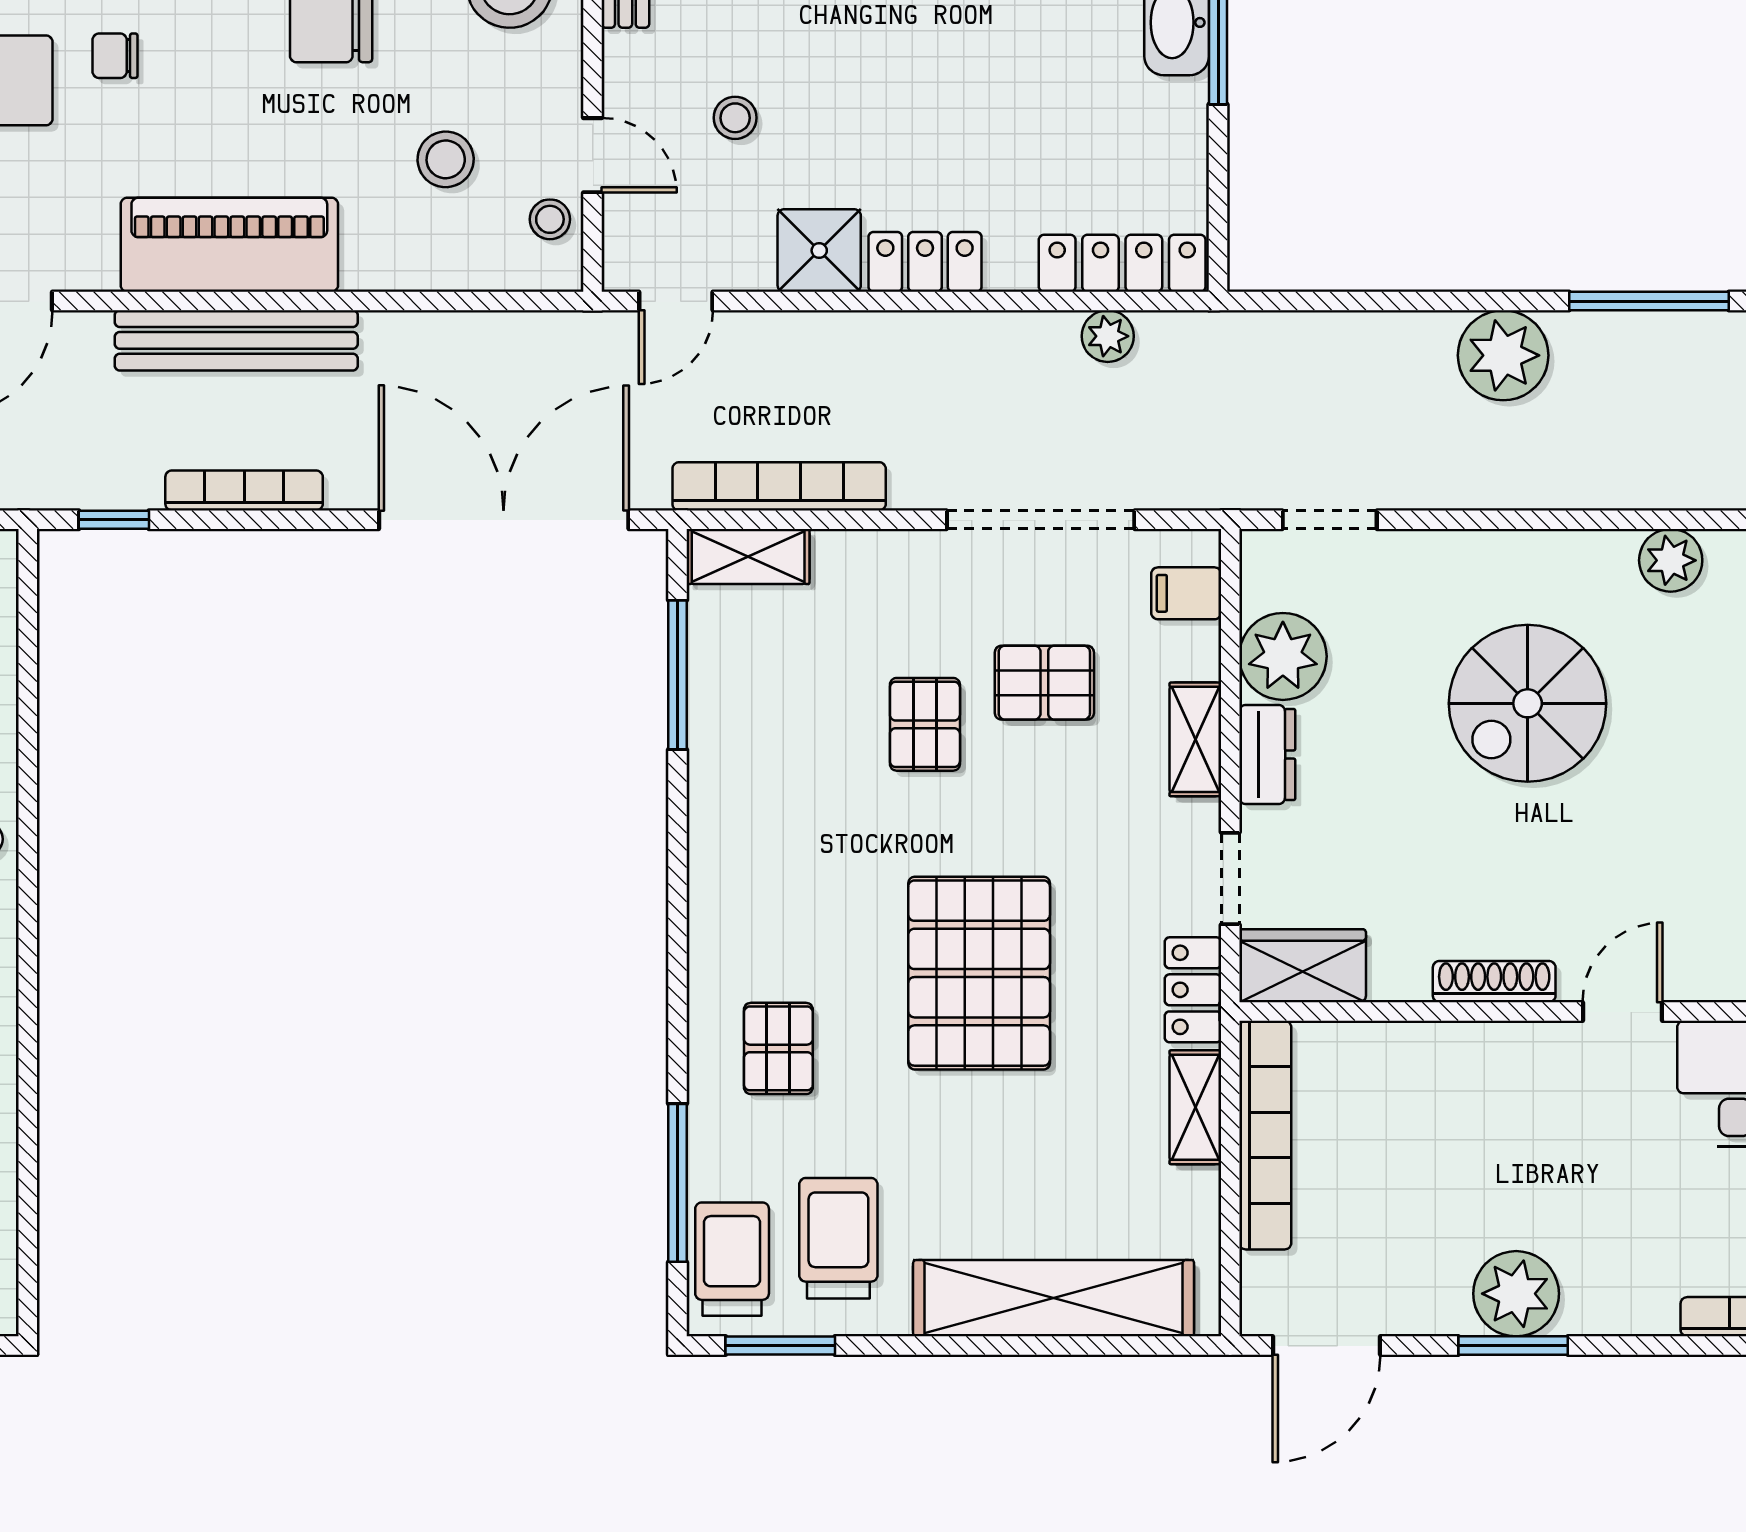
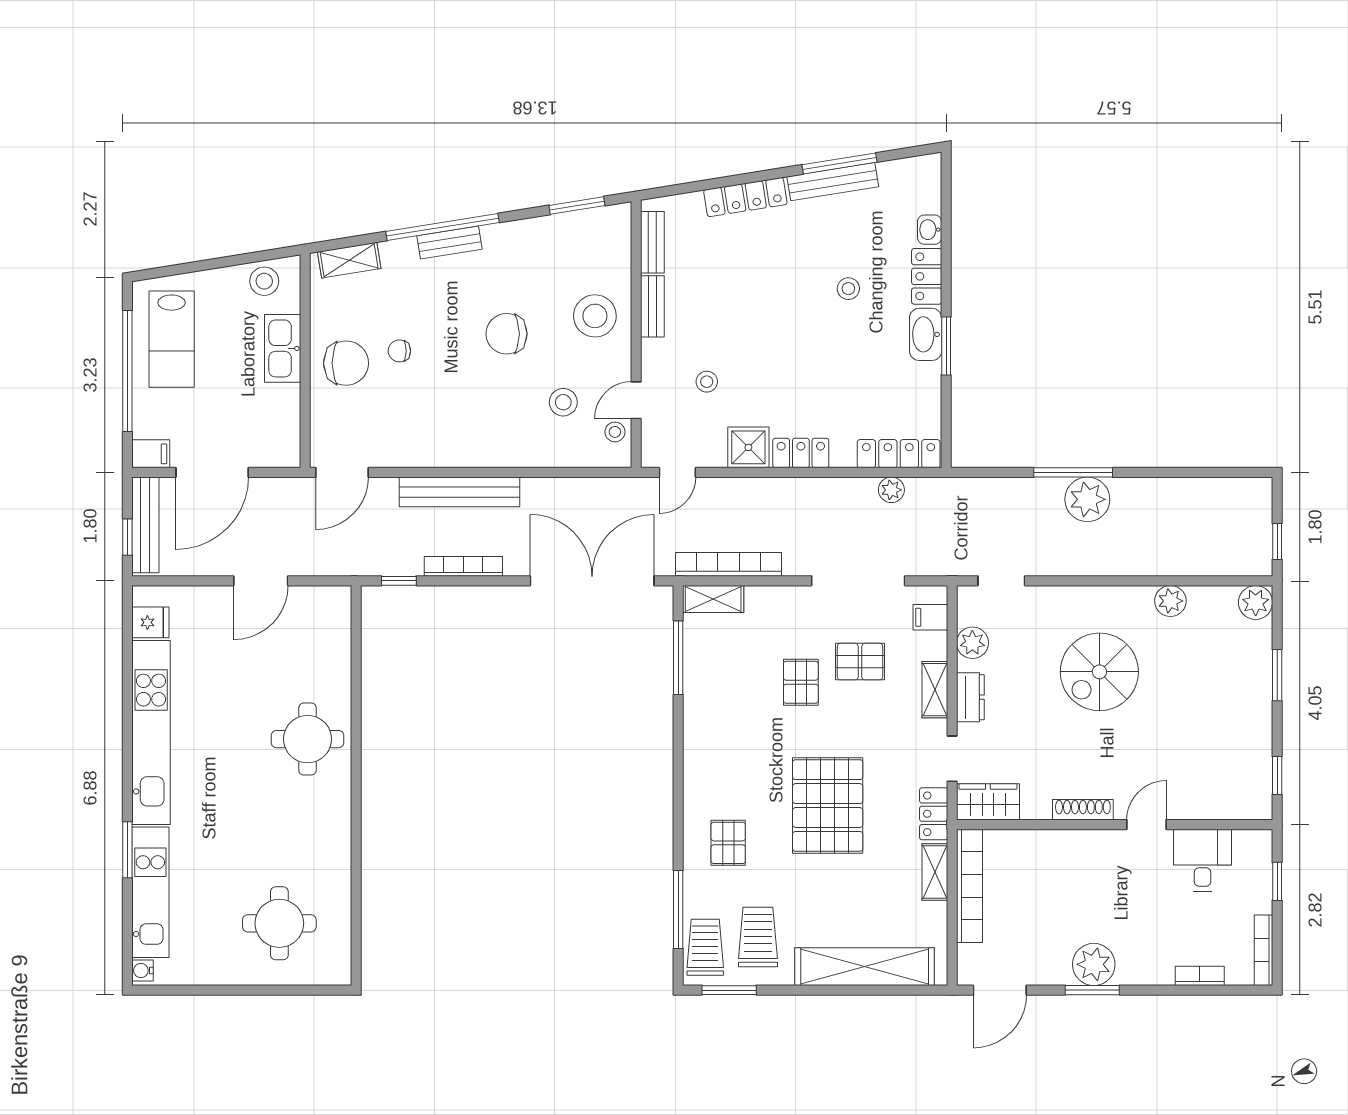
door: (593, 155) -> (636, 400), swing flipped
piano: (229, 245) -> (456, 445), removed
window: (1649, 301) -> (1073, 472), moved
plant: (1283, 656) -> (972, 643), width x0.73, depth x0.73

